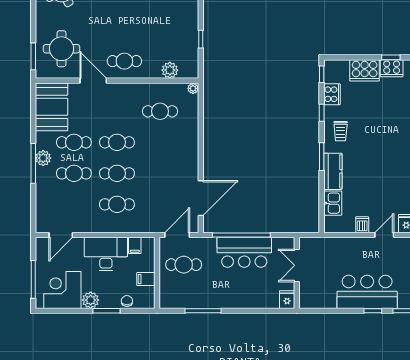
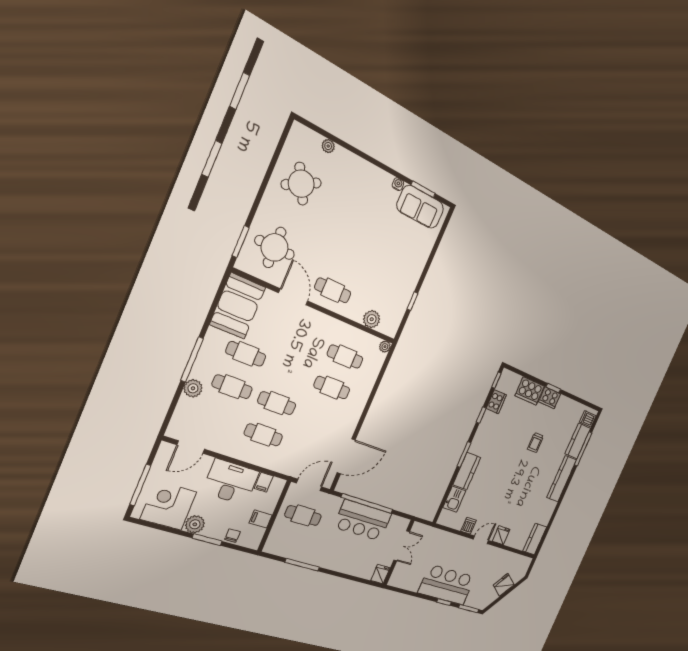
trolley: (341, 131) -> (535, 443), moved
cafe table: (117, 142) -> (332, 388), moved
plant: (43, 158) -> (193, 388), moved
double door: (297, 265) -> (402, 546), swing flipped

